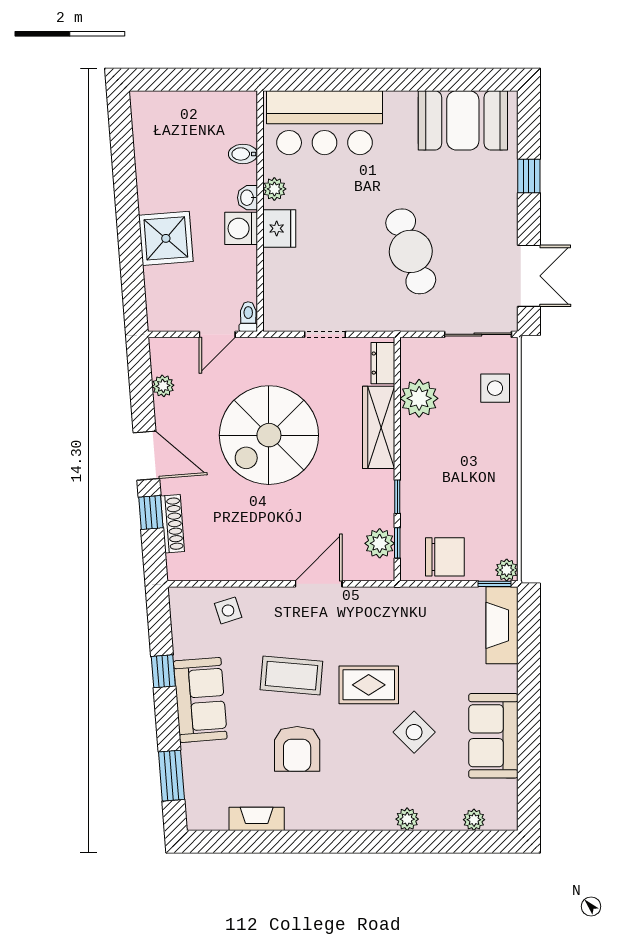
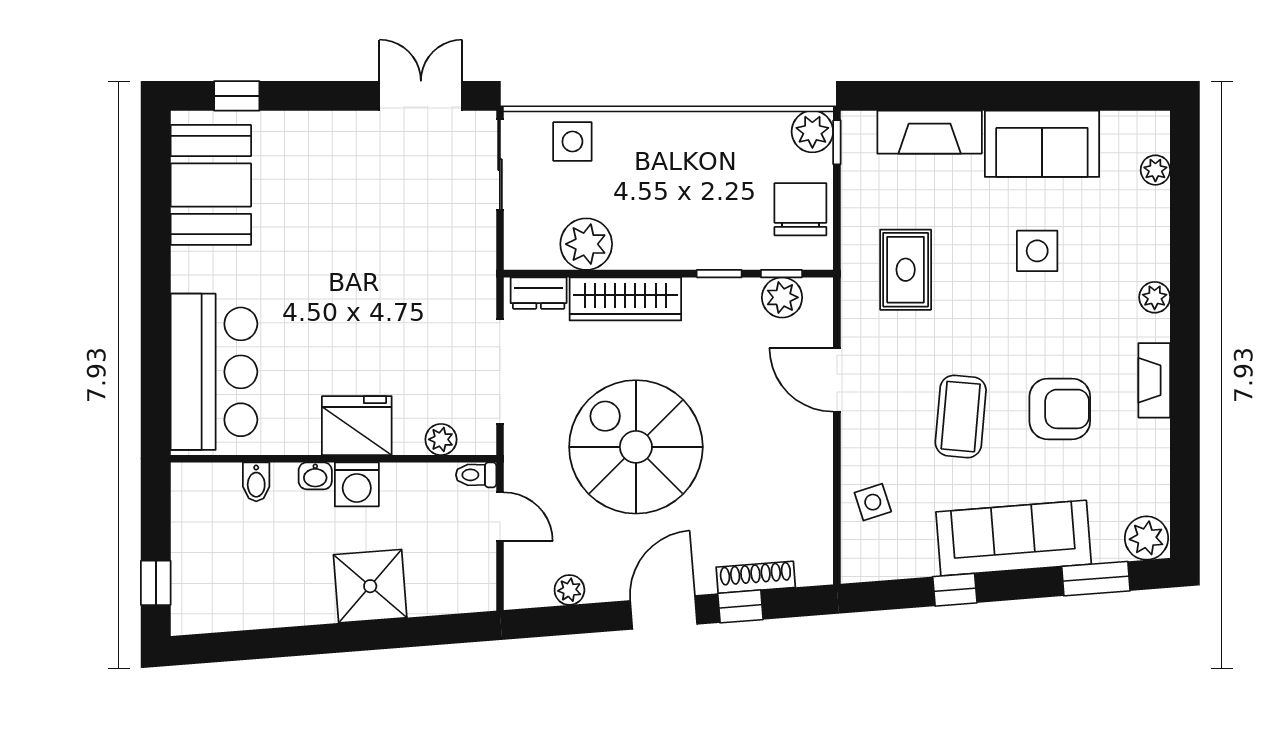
window: (168, 80) -> (156, 583), added
window: (529, 176) -> (237, 96), moved
plant: (274, 189) -> (441, 439), moved
fridge: (279, 228) -> (357, 426), width x1.36, depth x1.34
cafe table: (411, 251) -> (388, 255), removed
doorway: (325, 334) -> (500, 371), width x1.87
spiral stairs: (269, 435) -> (636, 447), turned 180
plant: (507, 570) -> (812, 132), width x1.38, depth x1.38
fireplace: (502, 625) -> (930, 132), moved
rug: (369, 685) -> (906, 270), moved
sofa: (200, 700) -> (1014, 538), width x1.36
side table: (414, 732) -> (1037, 251), turned 45
plant: (201, 813) -> (1147, 538), added
fireplace: (257, 819) -> (1154, 380), moved
plant: (407, 819) -> (1155, 297), moved

